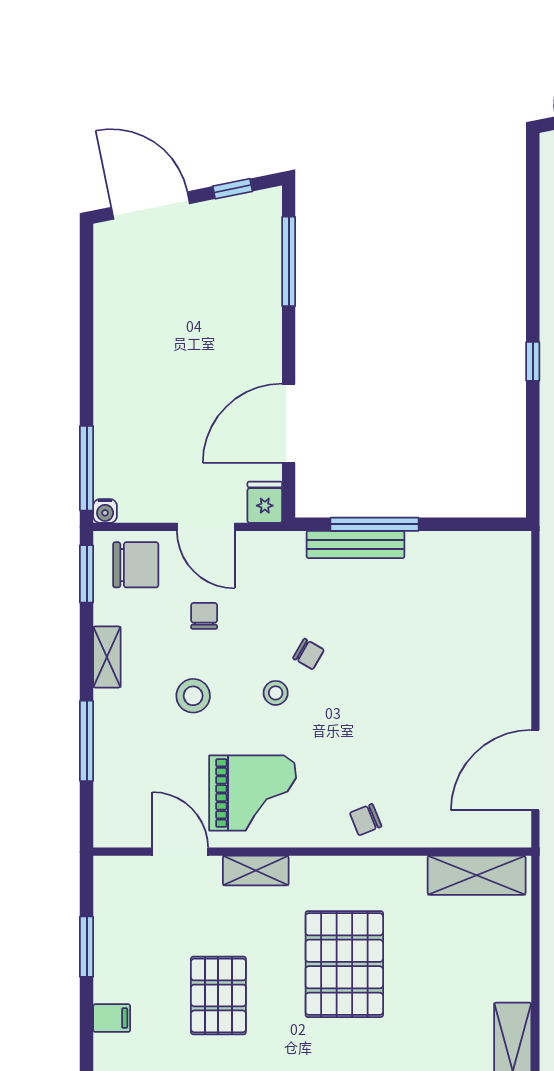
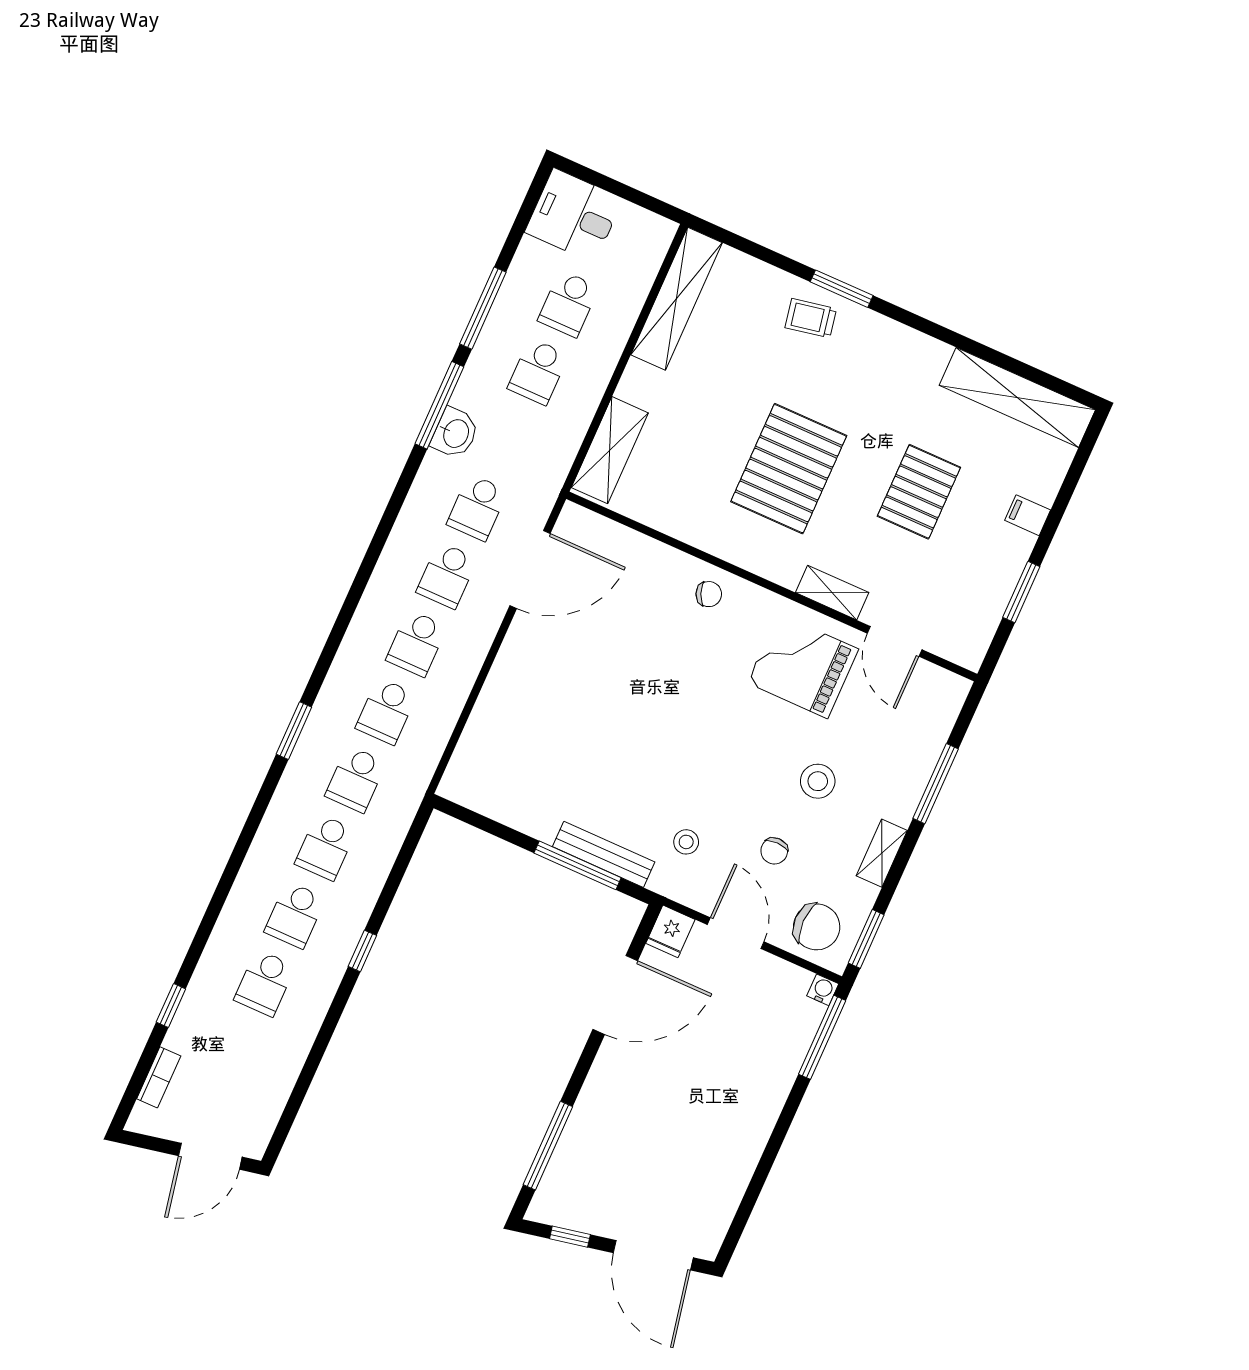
chair: (136, 565) -> (817, 927), turned 180
chair: (309, 654) -> (693, 772), removed
stool: (276, 693) -> (686, 842), moved
shelving: (477, 875) -> (610, 450), moved, turned 90

